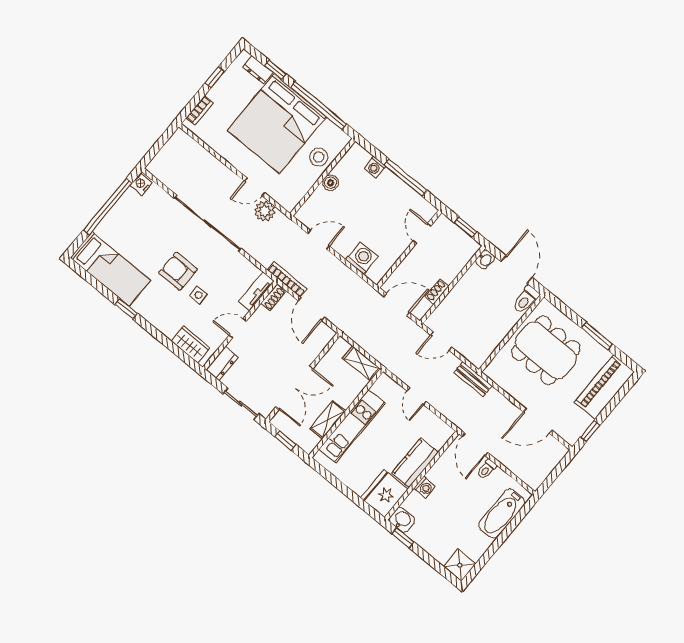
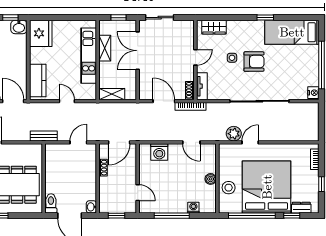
door: (319, 240) -> (191, 142), hinge flipped
dresser: (222, 364) -> (188, 31), removed
kitchen counter: (415, 463) -> (38, 80), moved
washing machine: (425, 487) -> (21, 55), removed

